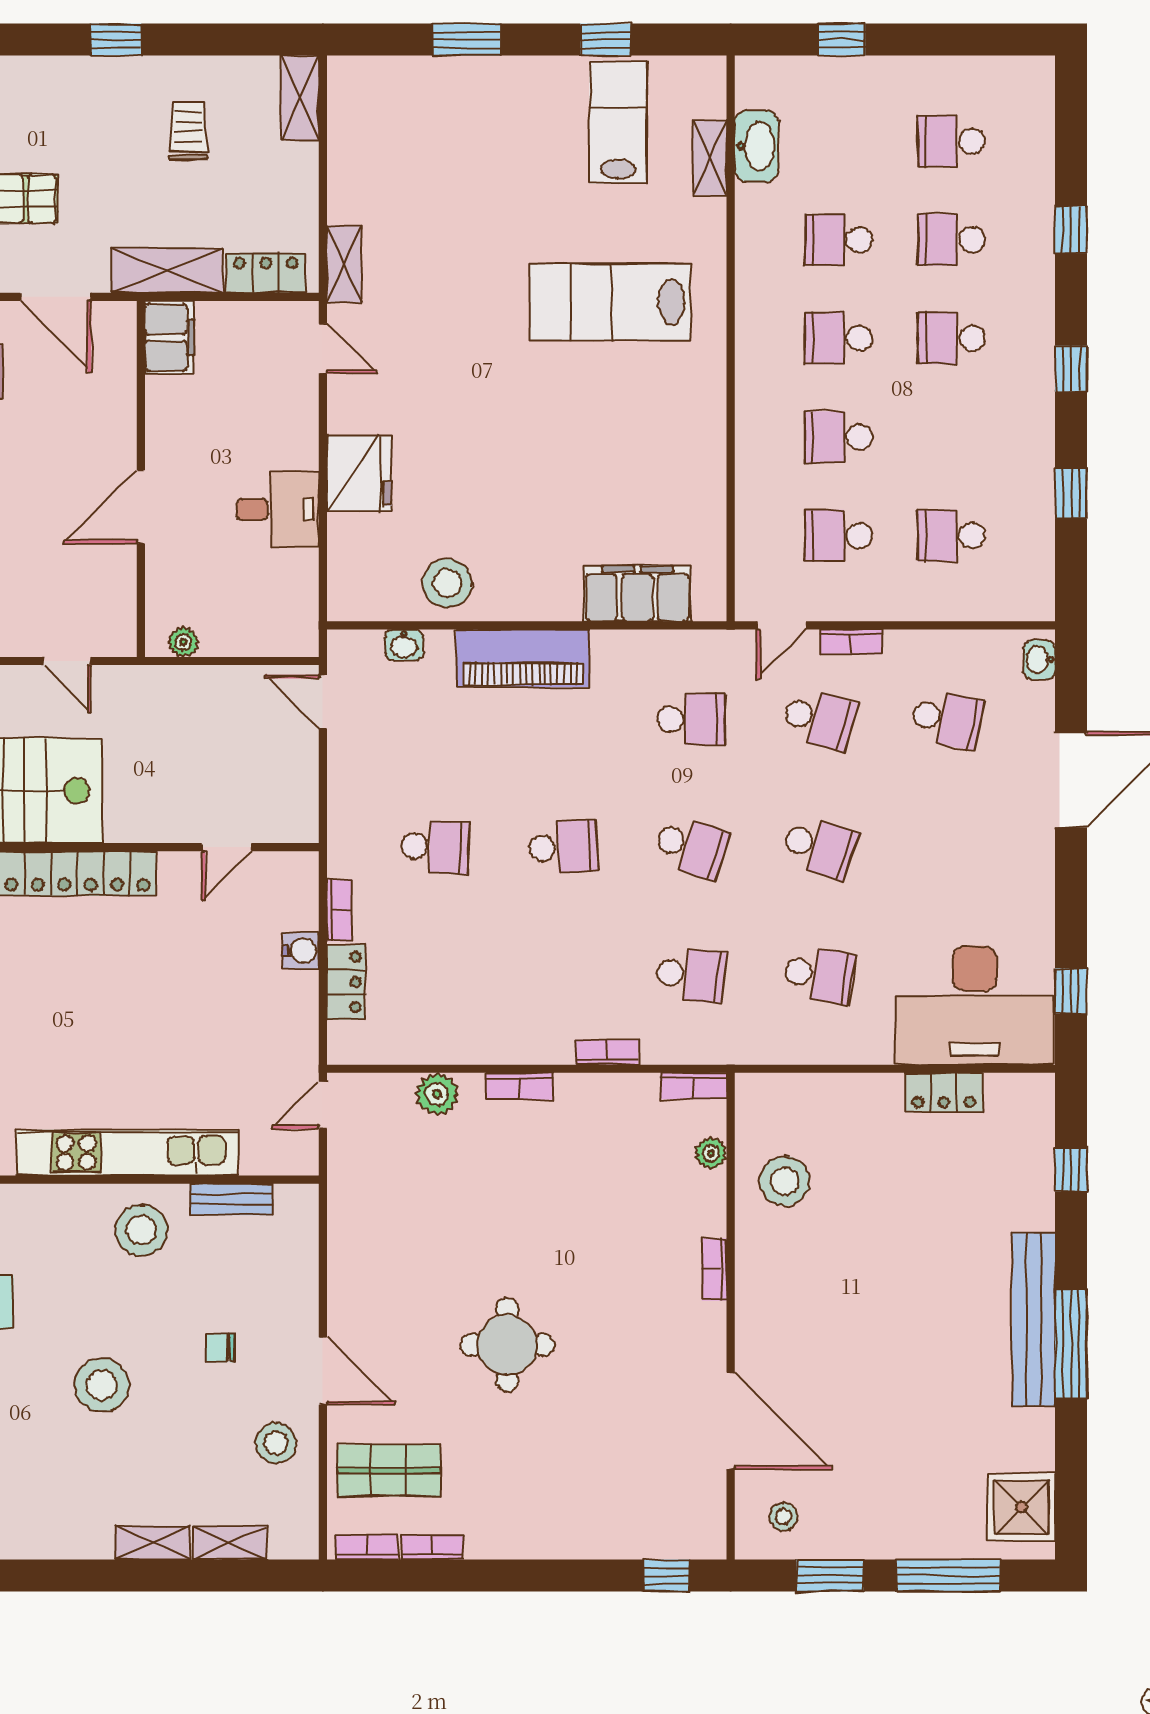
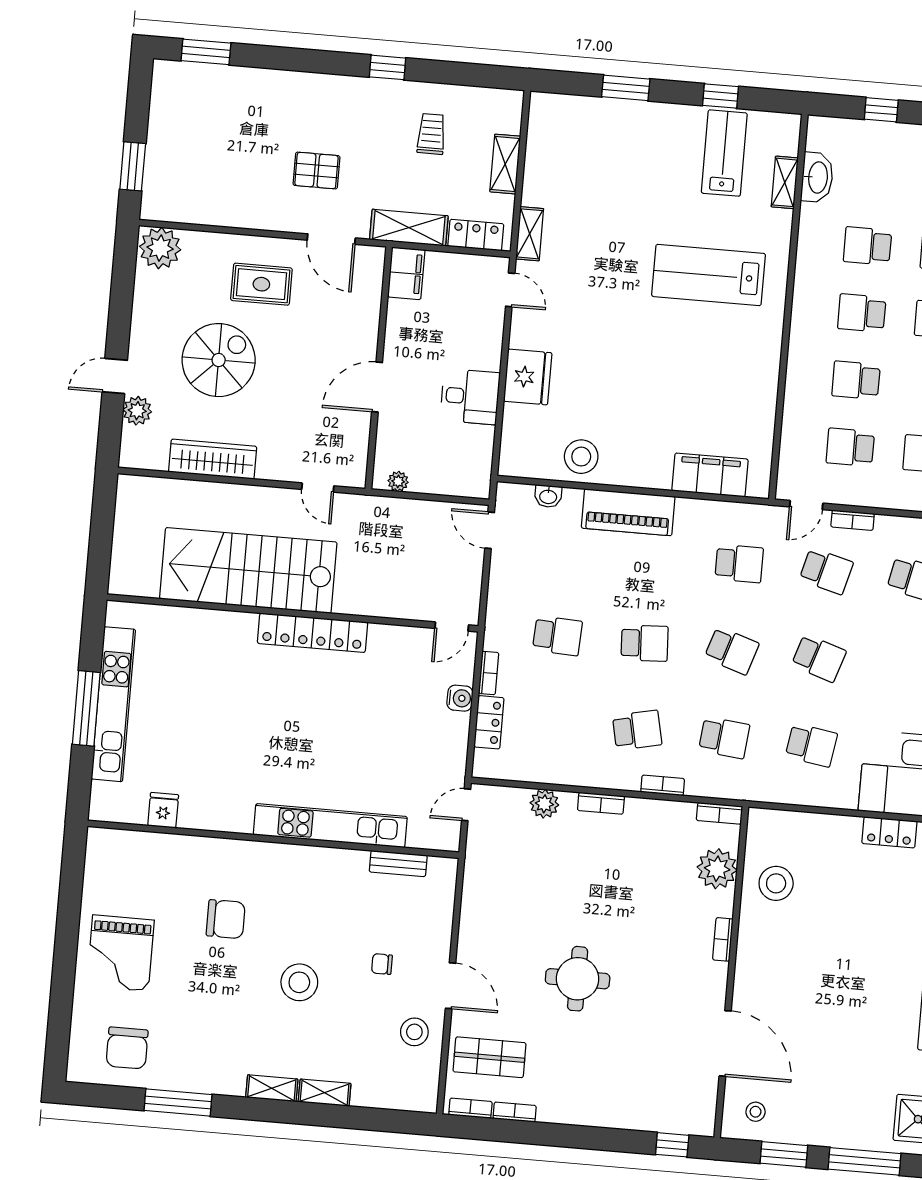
shelving: (300, 98) -> (505, 164), moved
door: (227, 847) -> (452, 627), moved
school desk: (563, 975) -> (637, 730), added
plant: (711, 1153) -> (717, 869), width x1.88, depth x1.88
stool: (141, 1230) -> (335, 879), removed
shelving: (230, 1543) -> (272, 1088), moved

